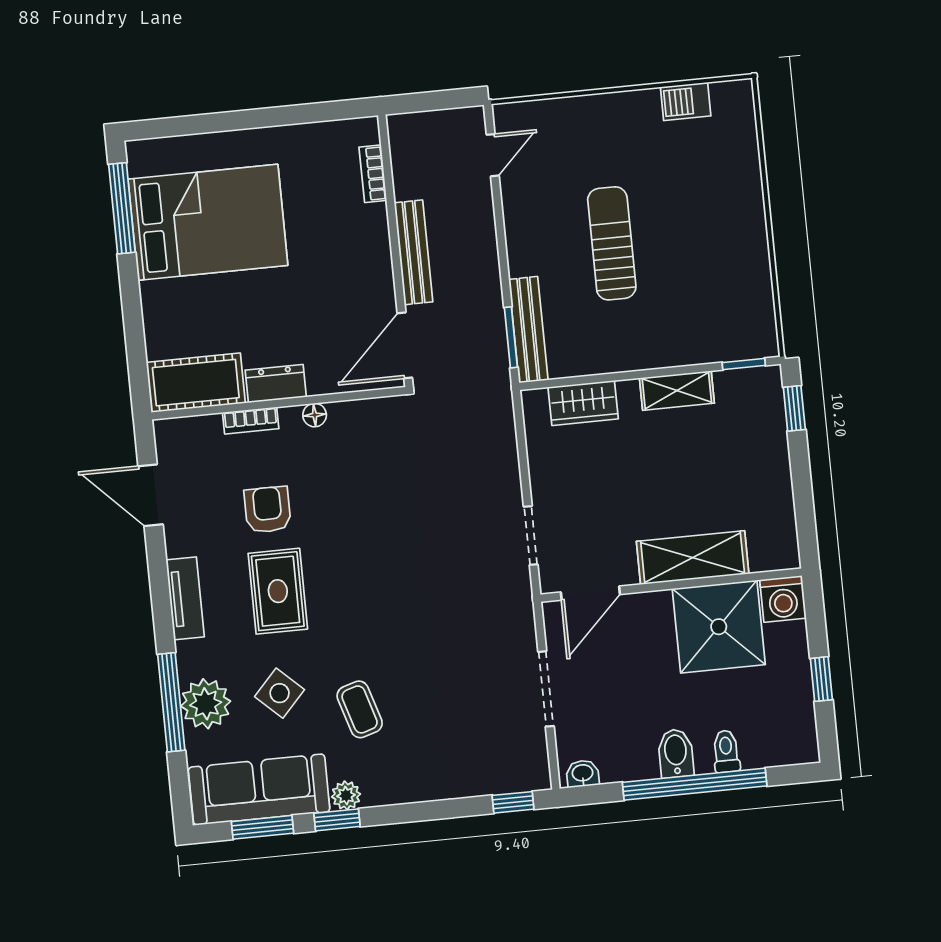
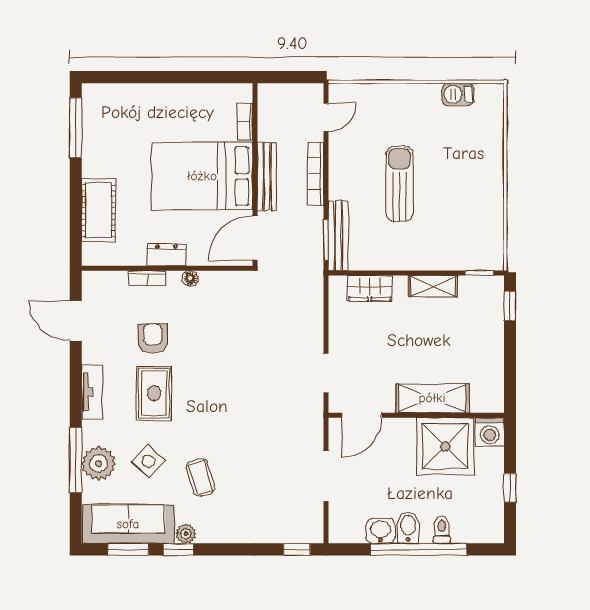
bed: (208, 222) -> (202, 176), moved, turned 180
bookcase: (486, 241) -> (316, 174), added
cot: (196, 383) -> (99, 211), moved, turned 90
washbasin: (583, 774) -> (381, 531), moved, width x1.38, depth x1.45

